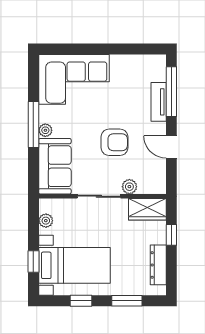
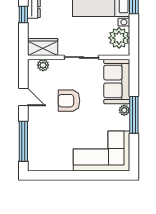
tv unit: (159, 102) -> (34, 133), removed
plant: (129, 187) -> (43, 65), moved
plant: (46, 221) -> (119, 38), width x1.87, depth x1.87
window: (171, 235) -> (23, 14), moved

